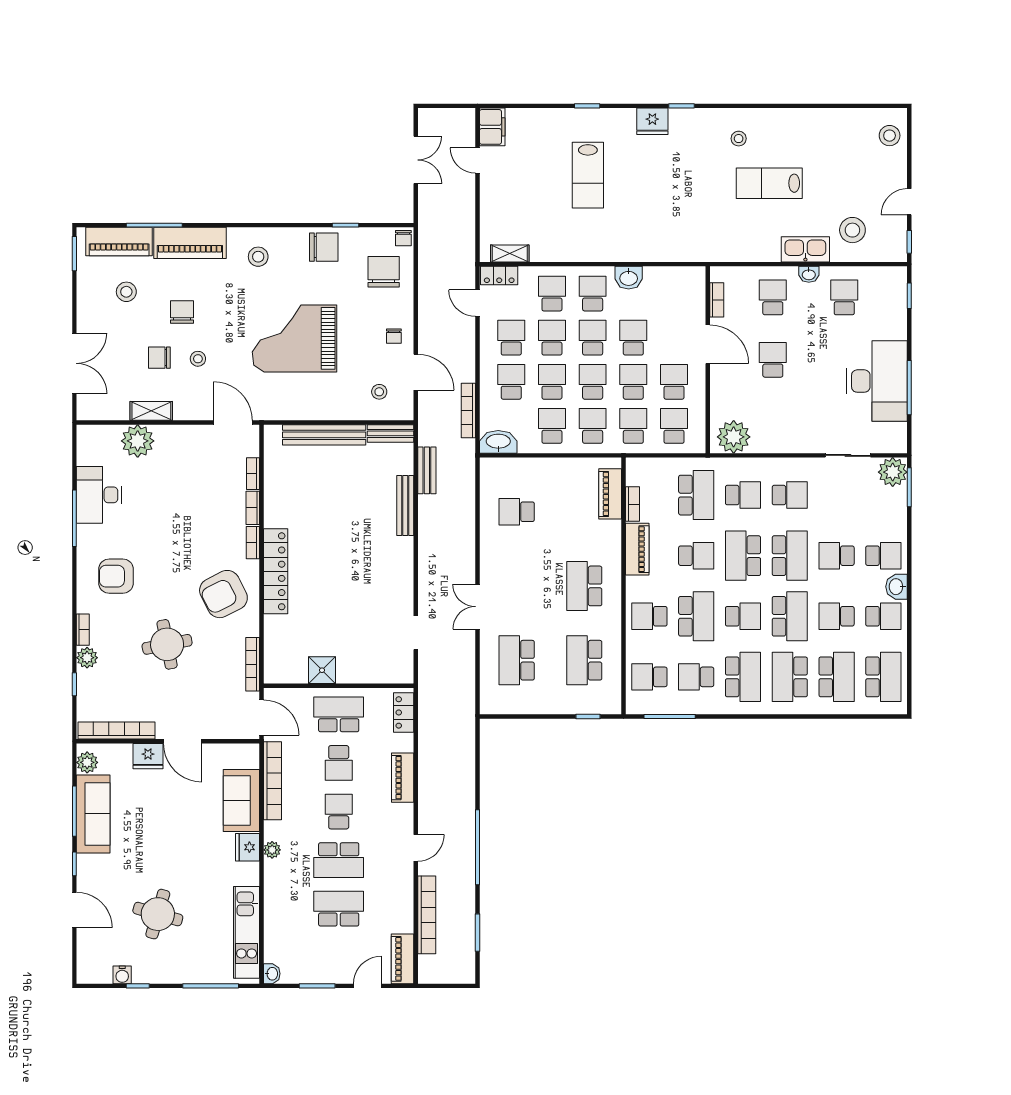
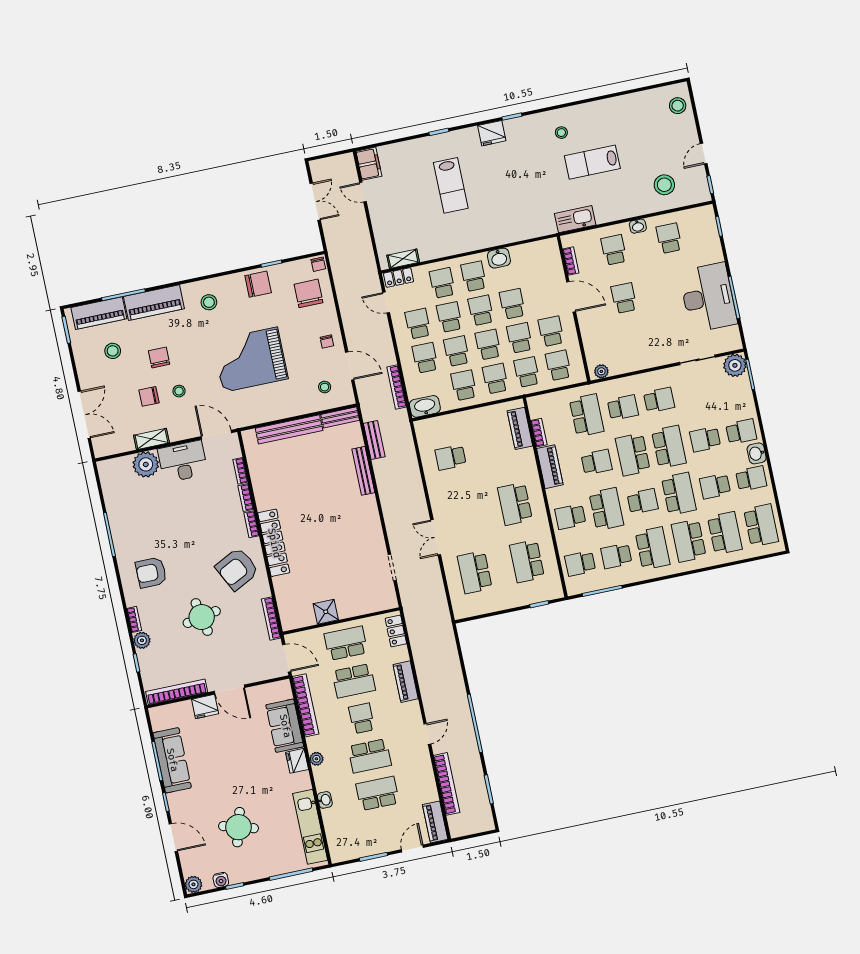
kitchen sink: (805, 249) -> (575, 219), moved
plant: (734, 437) -> (601, 371), width x0.53, depth x0.53
desk: (99, 495) -> (183, 461), moved, turned 90
plant: (87, 762) -> (193, 884), moved
school desk: (339, 763) -> (354, 681), width x1.85
washbasin: (272, 974) -> (325, 800), moved

